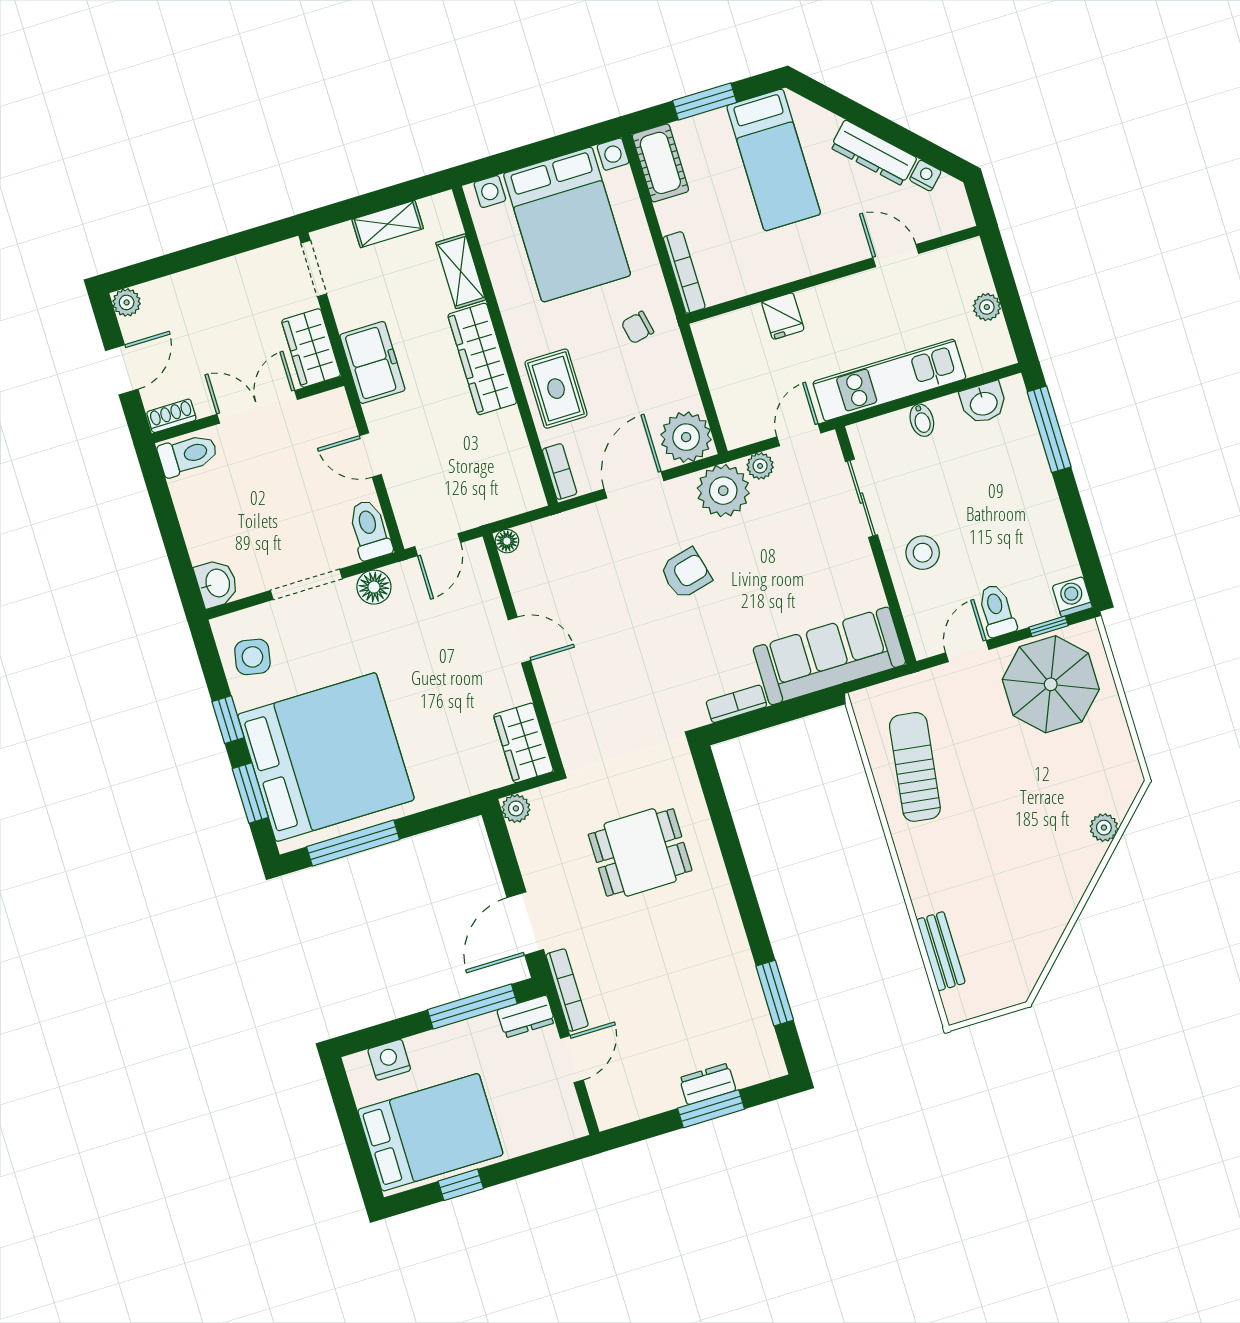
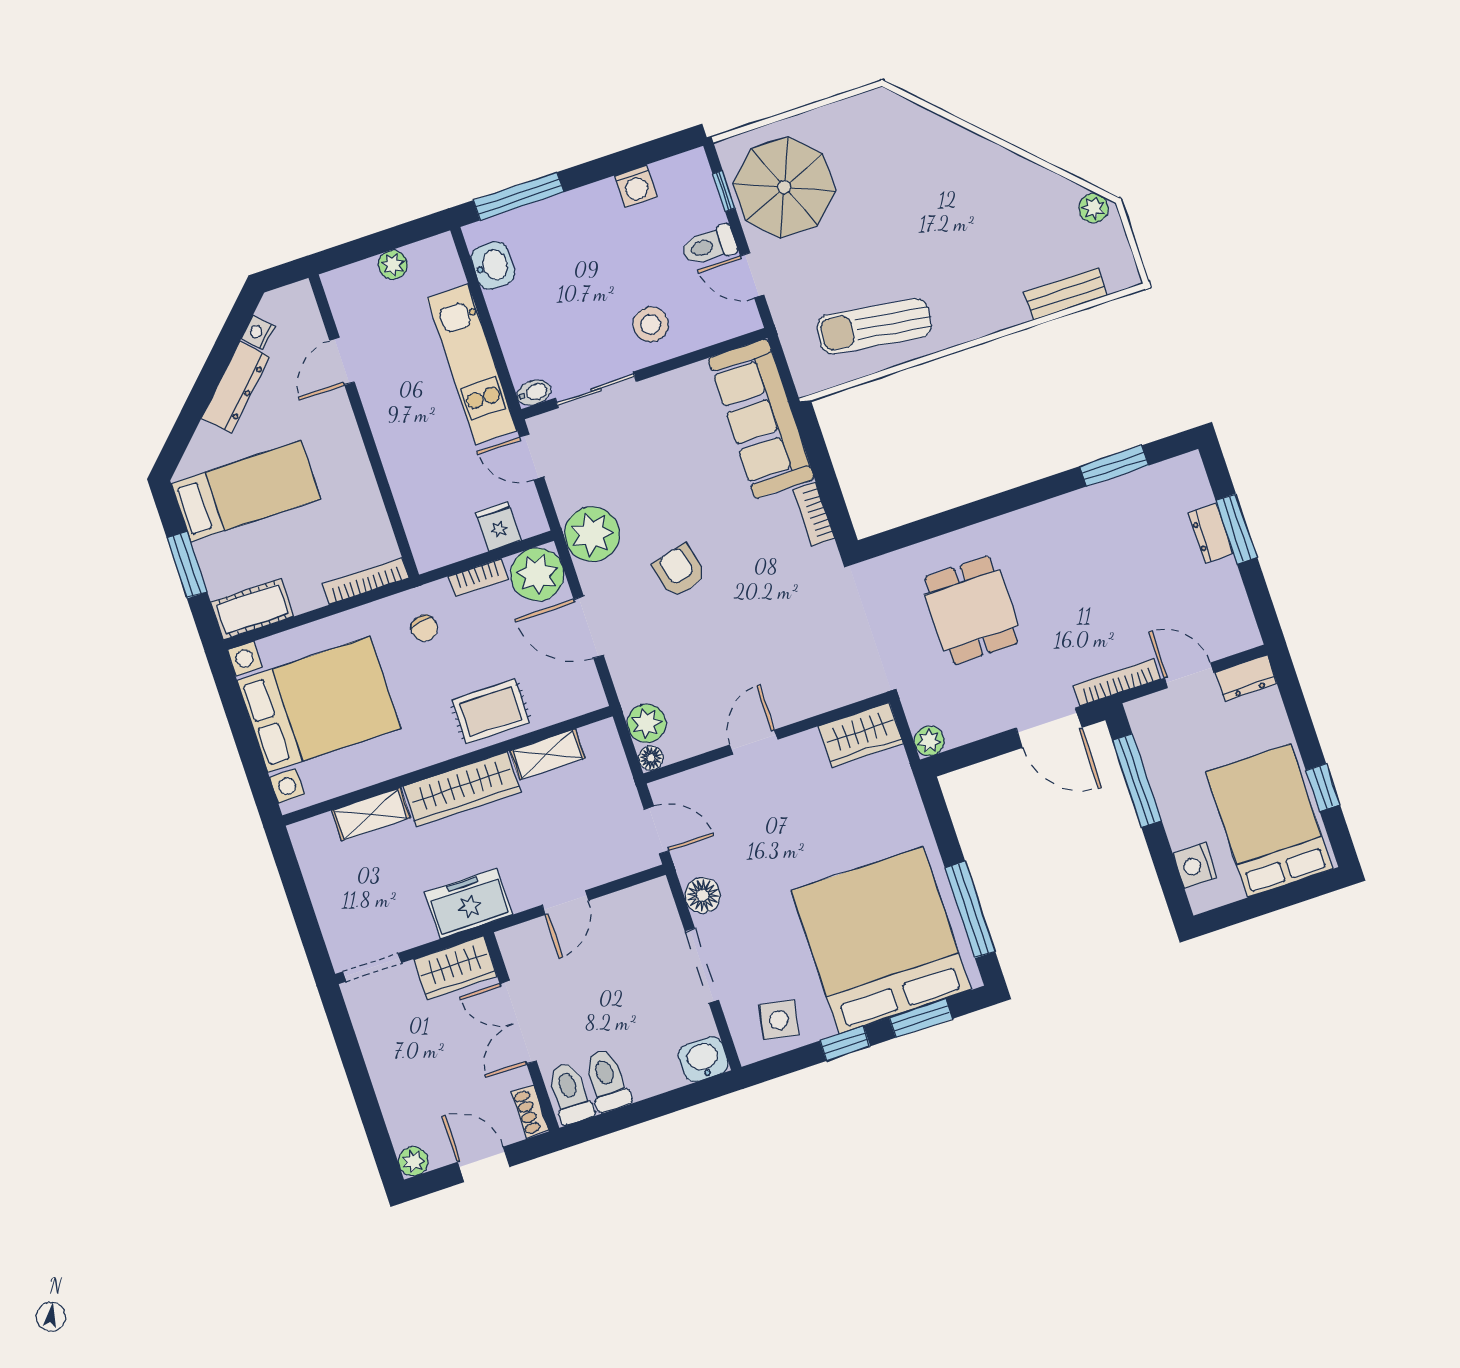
shelving: (388, 224) -> (547, 754), moved, turned 90
fridge: (783, 316) -> (498, 526), moved, turned -90
bidet: (922, 420) -> (534, 393), moved
plant: (760, 466) -> (647, 723), moved, width x1.38, depth x1.38
bookcase: (560, 472) -> (478, 578), moved, turned 180
toilet: (370, 530) -> (607, 1080), moved, turned 90
washing machine: (1072, 597) -> (636, 186), moved, turned -90
plant: (1104, 828) -> (1094, 208), moved
dresser: (526, 1016) -> (1246, 678), moved, turned 90

